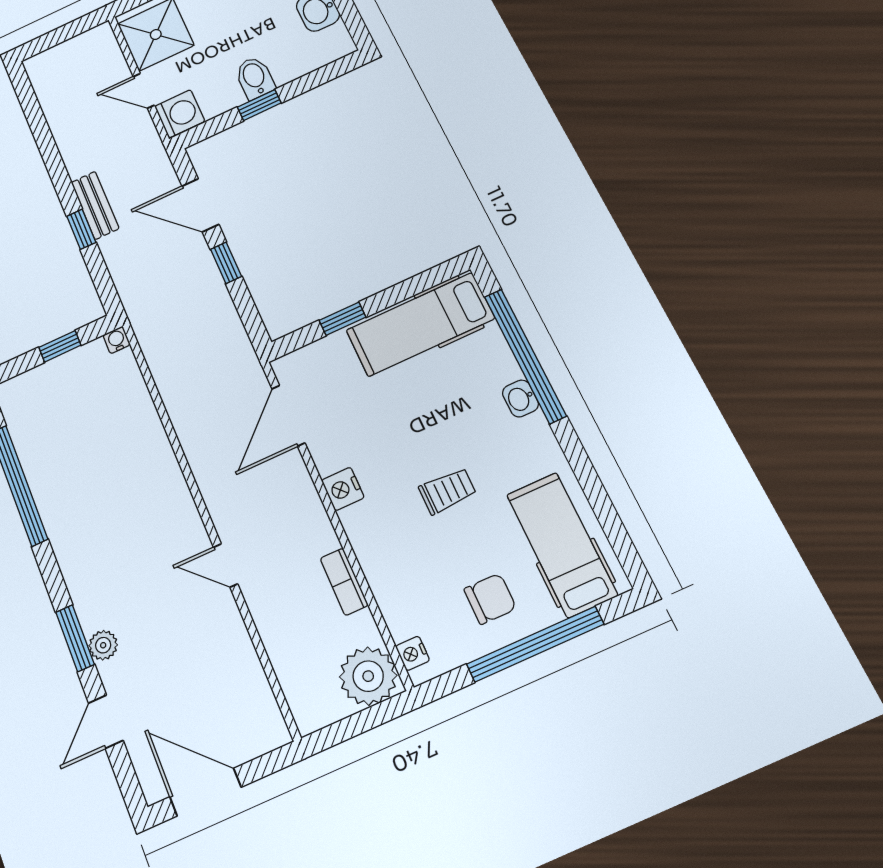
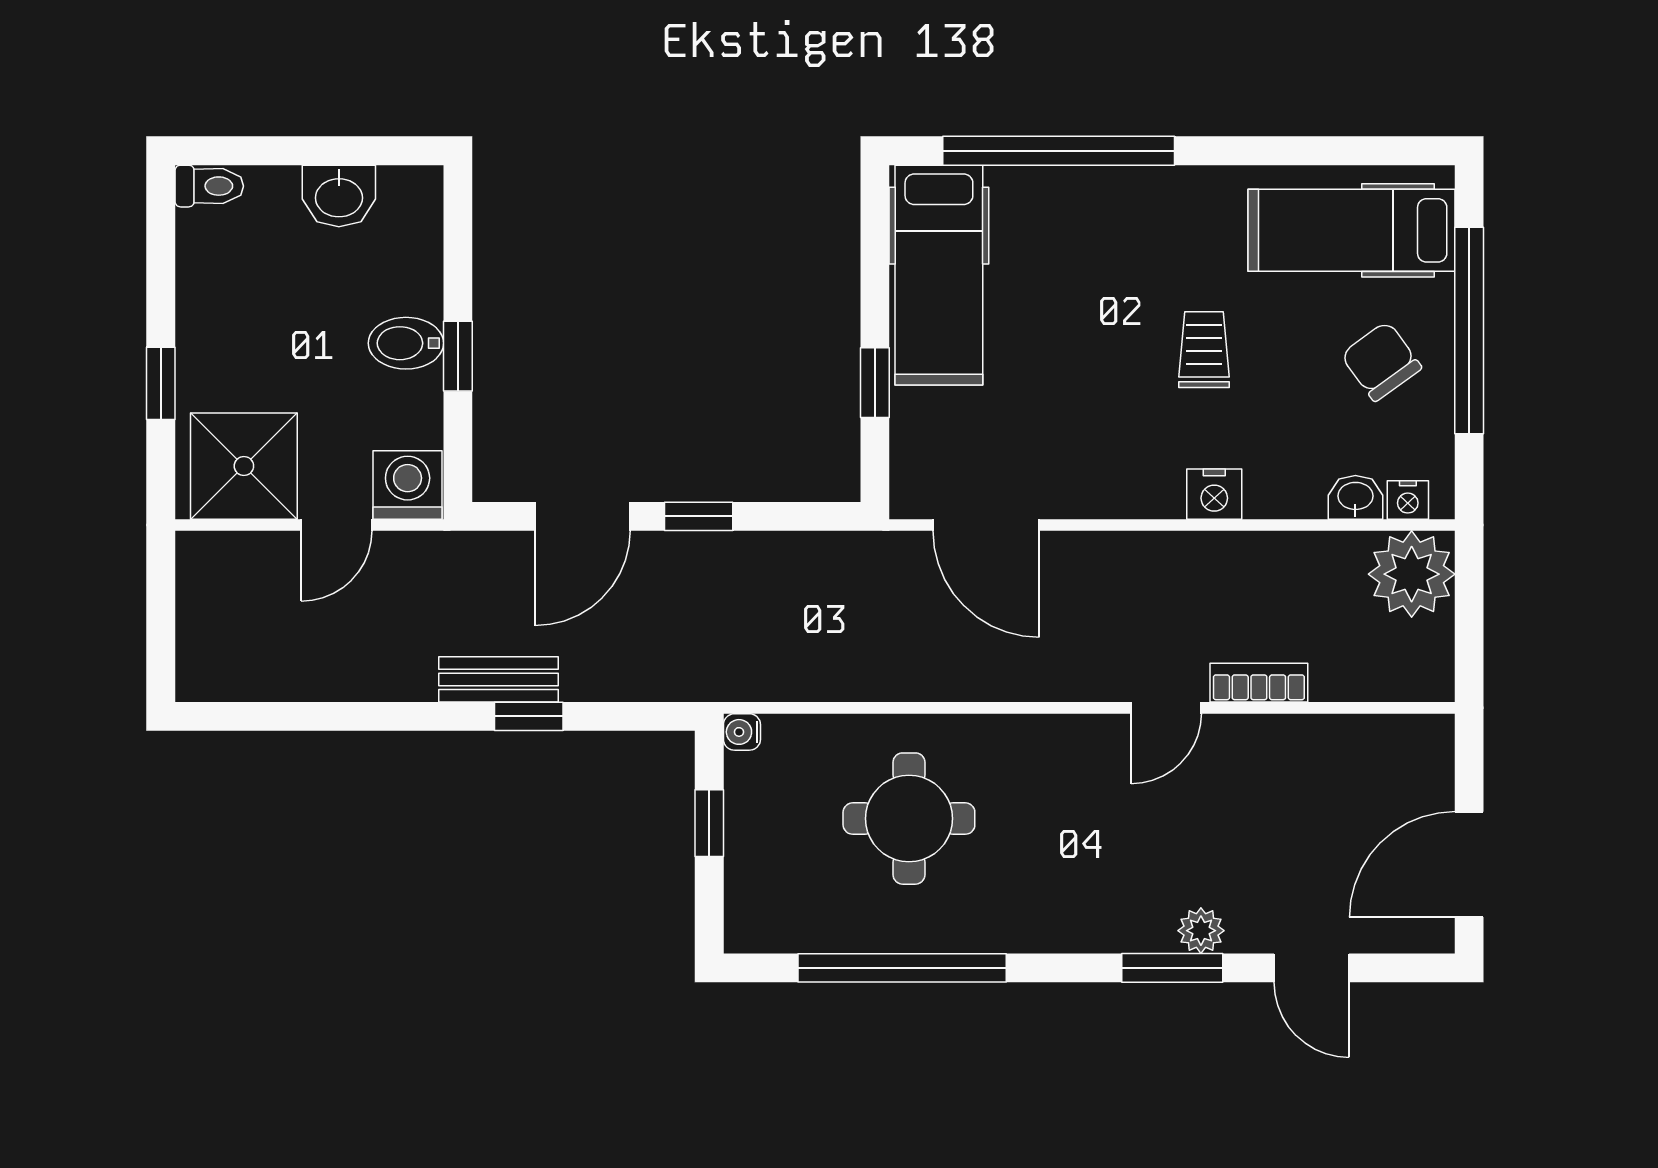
washbasin: (520, 398) -> (1355, 497), moved, turned 180
round table: (104, 450) -> (909, 819), added
nightstand: (343, 489) -> (1214, 494), moved
bookcase: (344, 582) -> (1259, 683), moved, turned 180
chair: (490, 599) -> (1381, 361), turned -36

